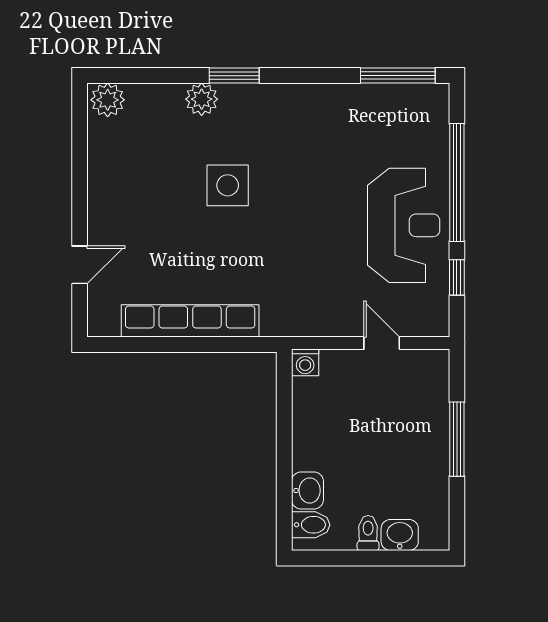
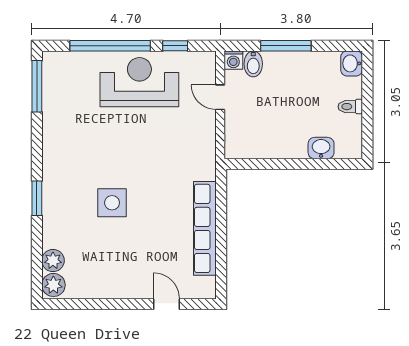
plant: (202, 99) -> (53, 261), moved
door: (382, 343) -> (220, 97), hinge flipped
washing machine: (305, 362) -> (233, 60), moved, turned 90
bidet: (311, 525) -> (253, 64), moved, turned 180
washbasin: (400, 535) -> (352, 63), moved

